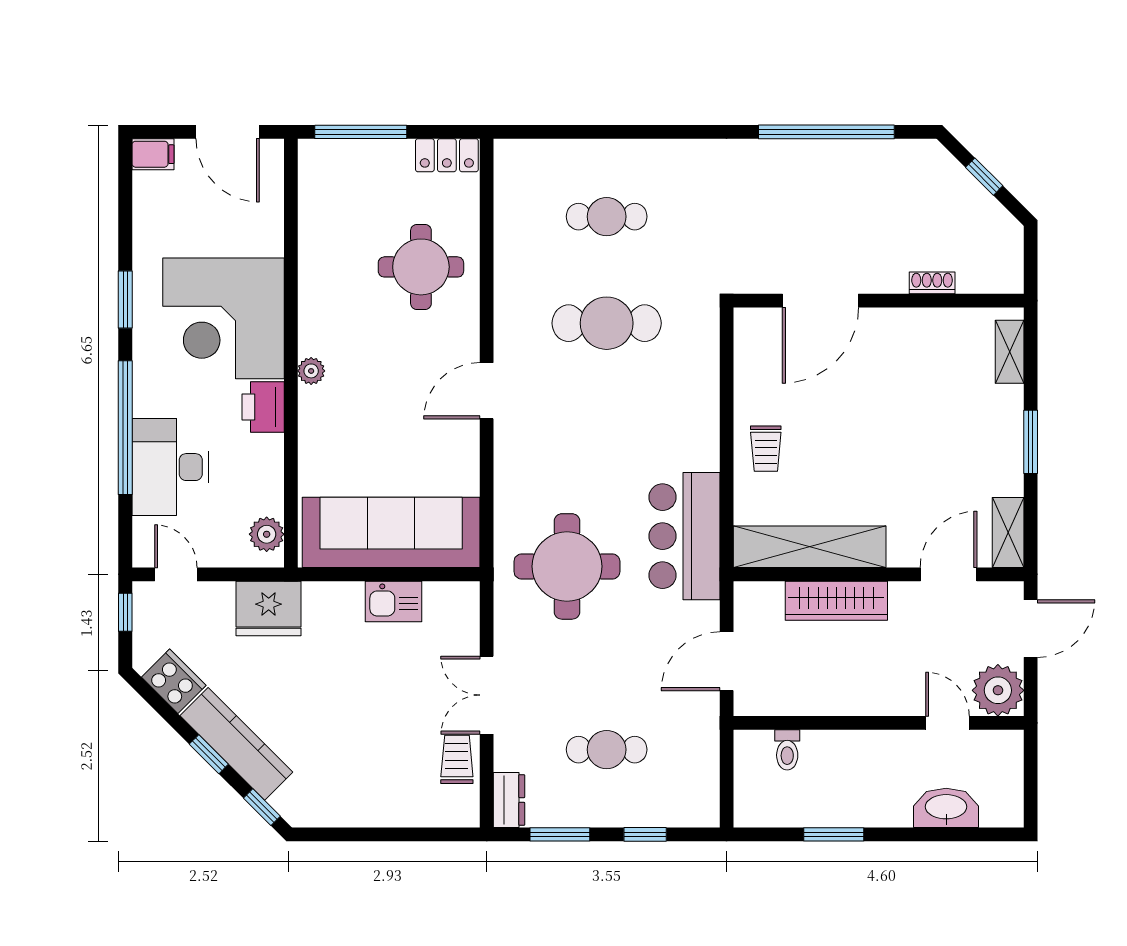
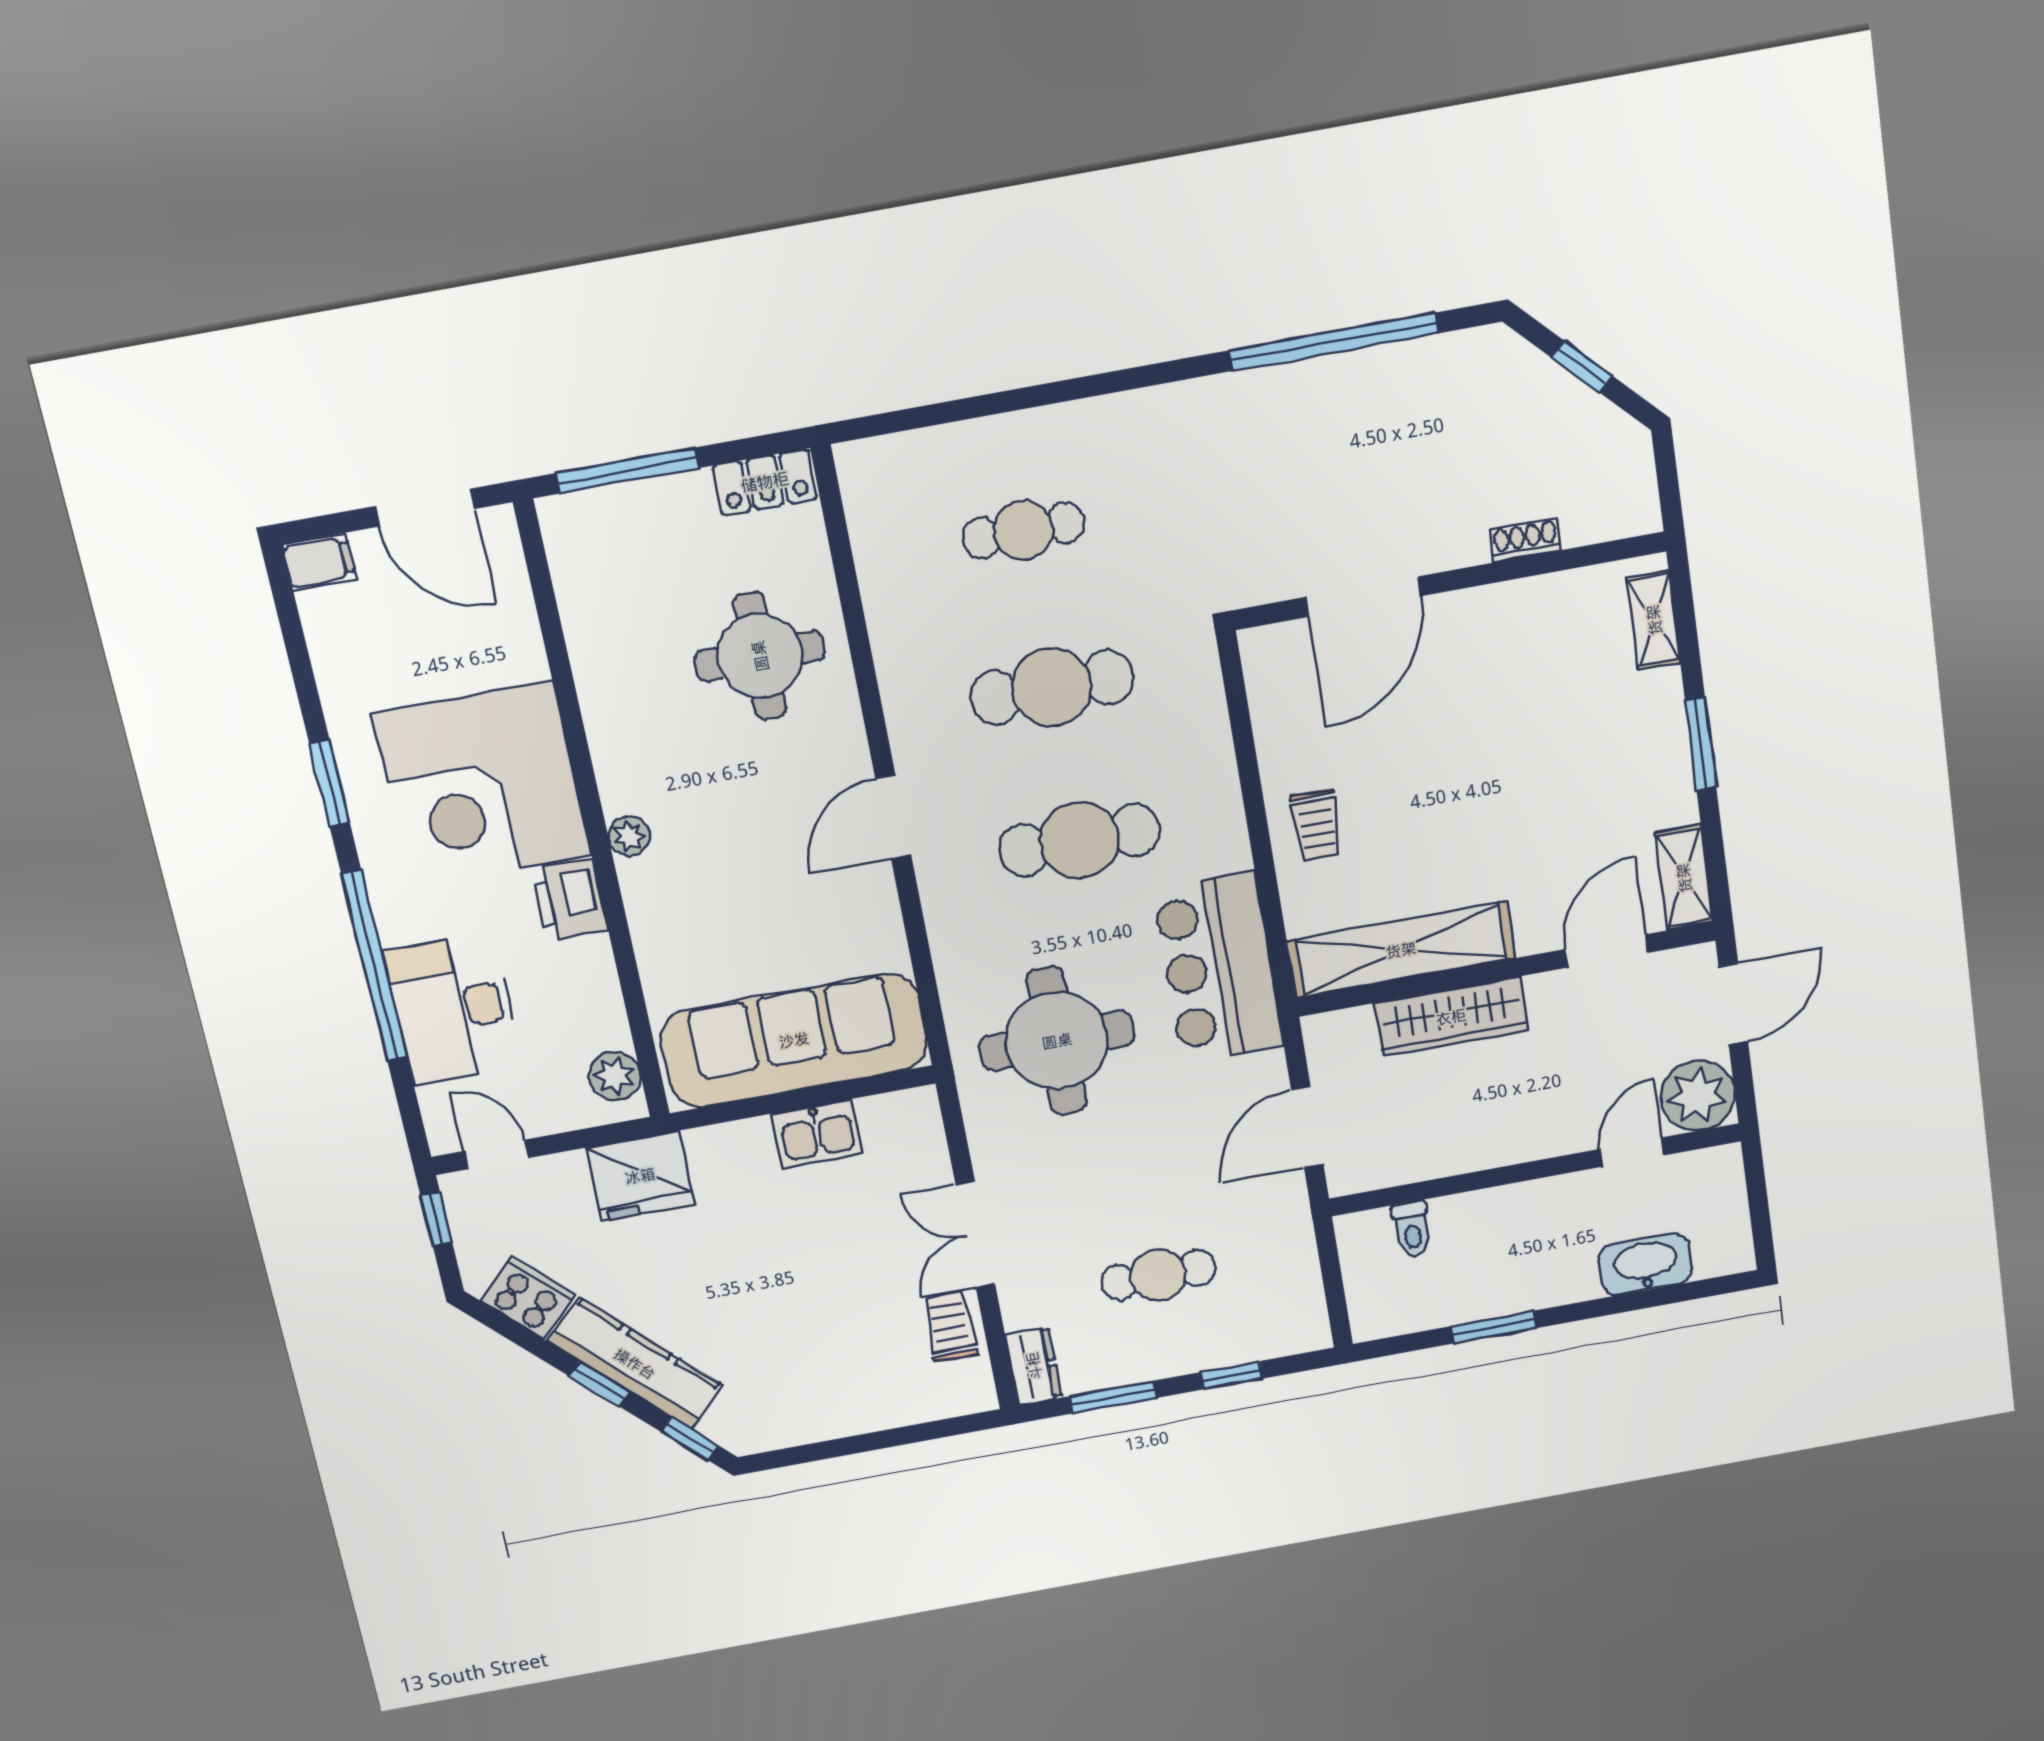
cafe table: (607, 430) -> (1079, 840), added
door: (947, 723) -> (1632, 1152), hinge flipped

